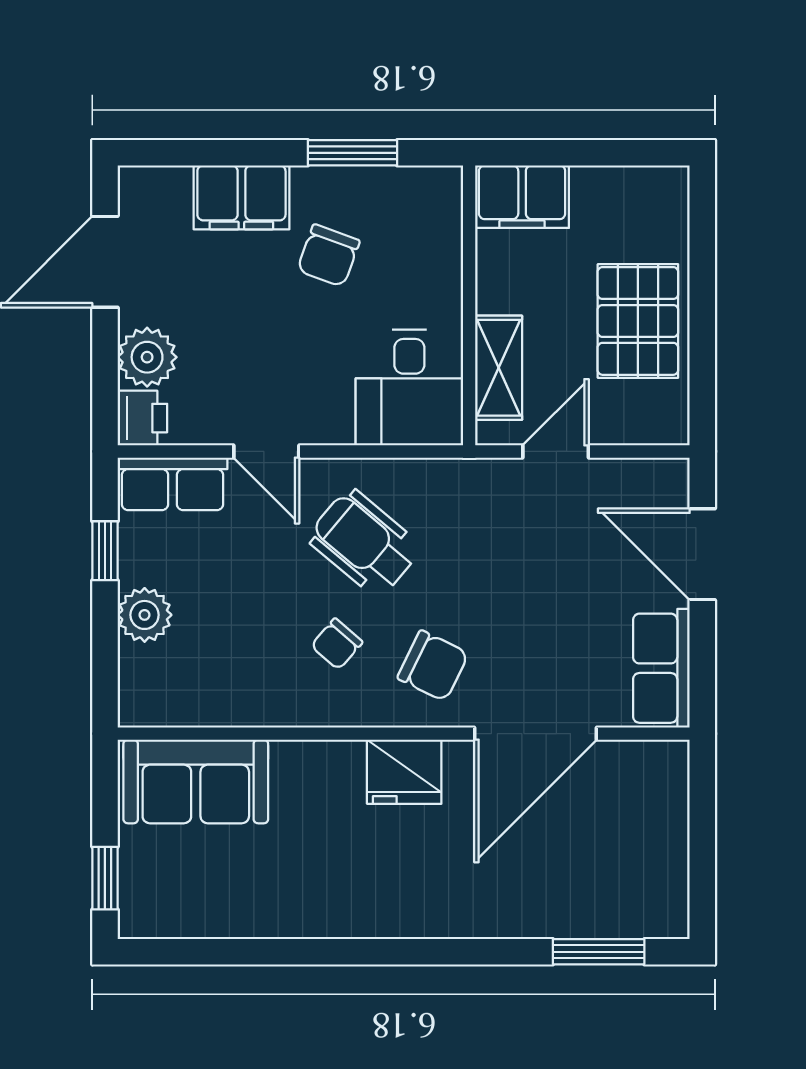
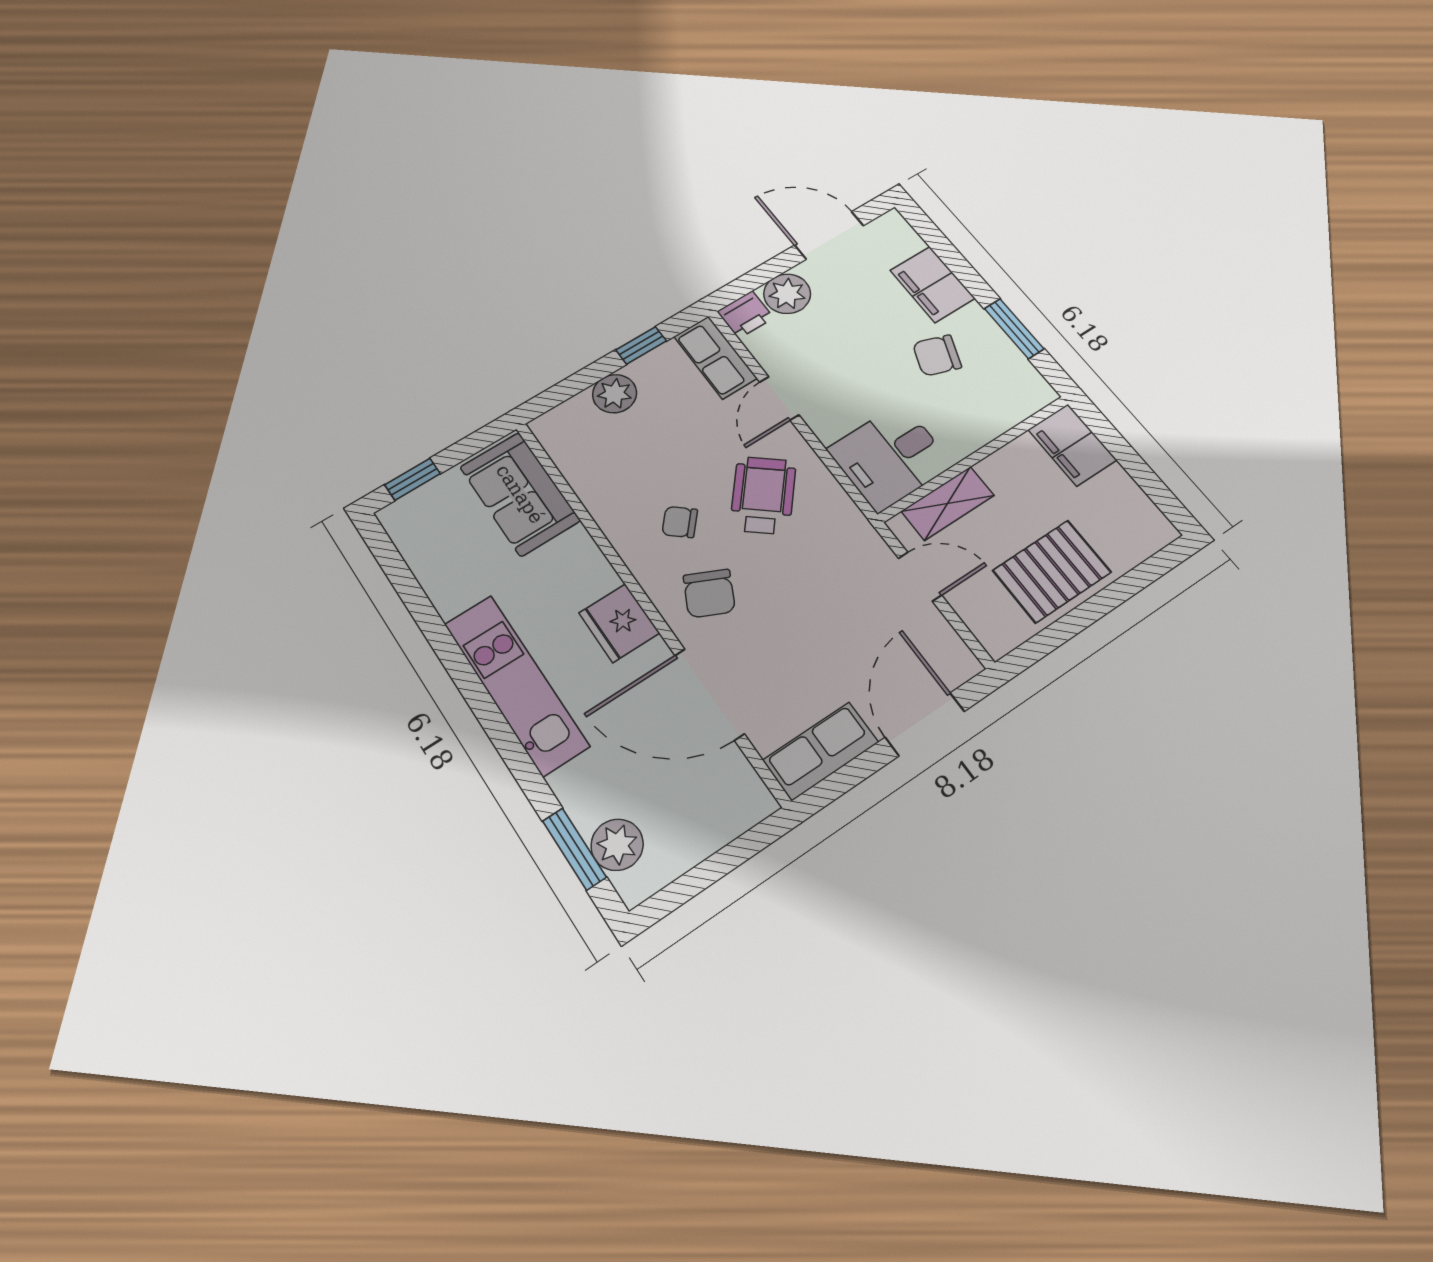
kitchen unit: (401, 908) -> (516, 684), added
plant: (621, 911) -> (617, 845), added

